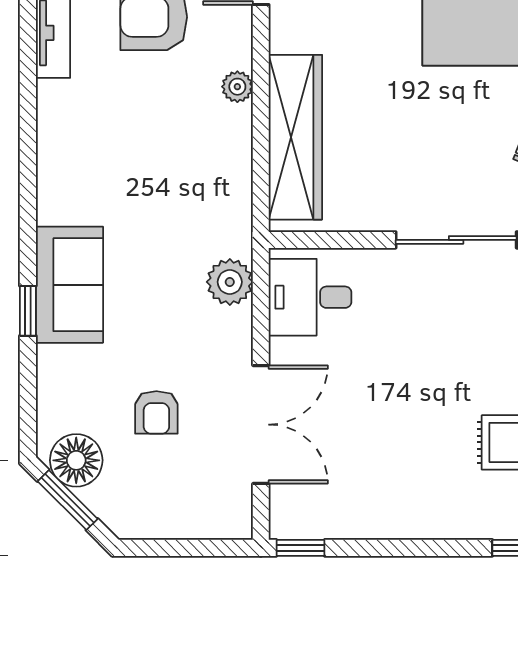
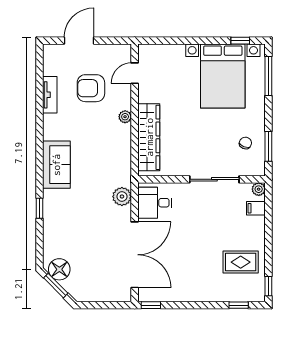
sofa: (69, 285) -> (56, 165), moved
armchair: (156, 412) -> (92, 250), removed
double door: (261, 425) -> (135, 255), width x1.36

